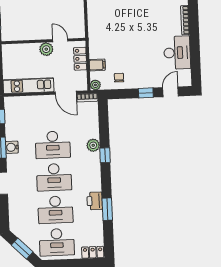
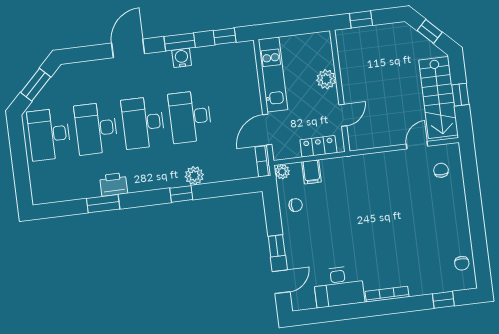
plant: (46, 49) -> (326, 79), moved
door: (170, 92) -> (281, 282), hinge flipped
locker: (93, 252) -> (39, 188), removed

